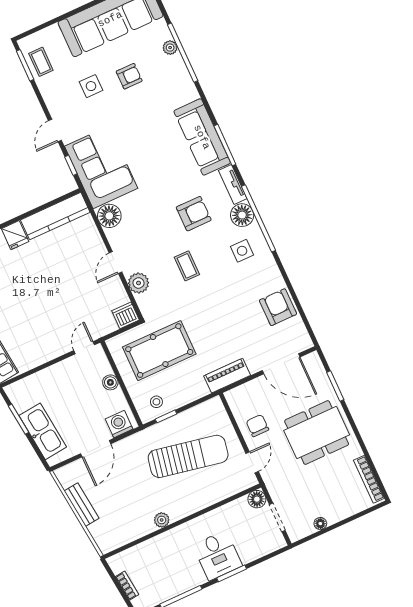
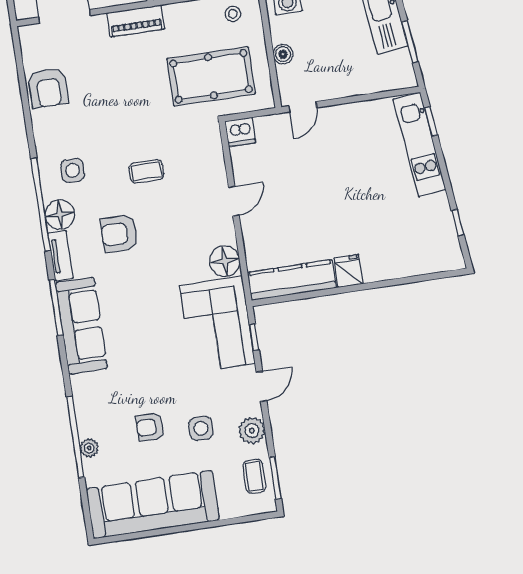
coffee table: (187, 266) -> (146, 171), turned 90
plant: (138, 283) -> (252, 431), moved

